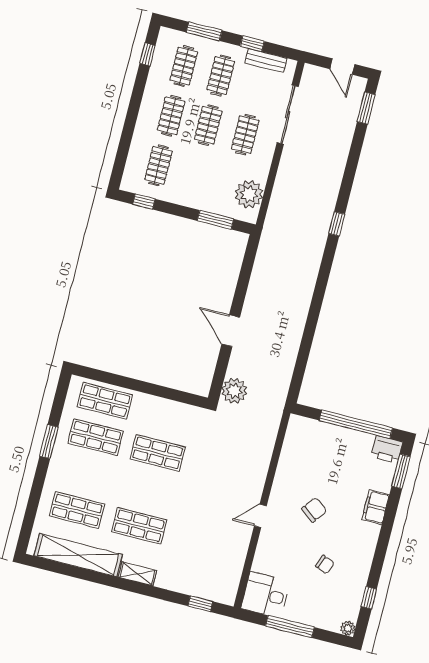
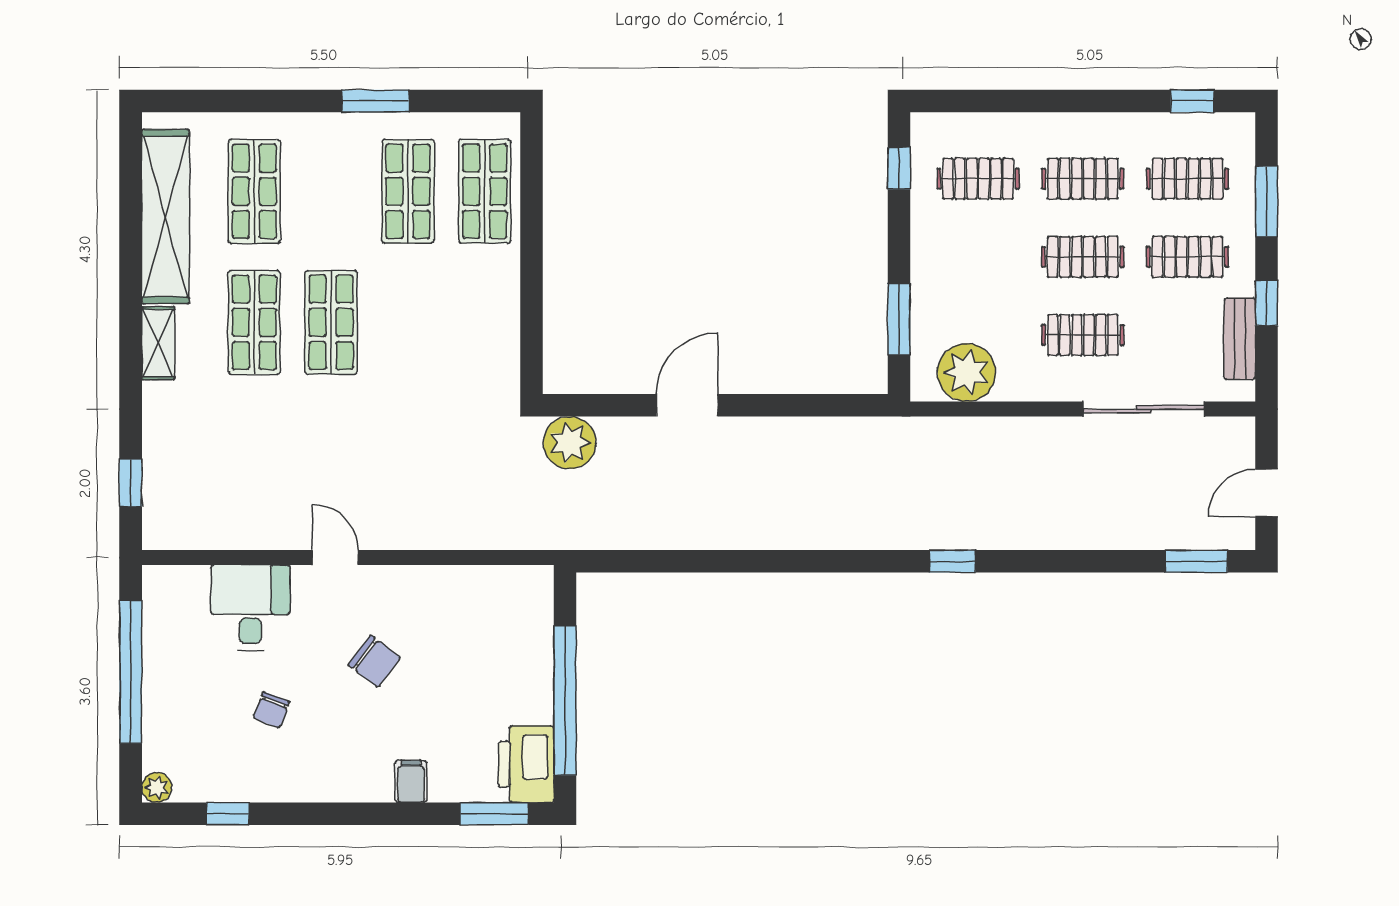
printer: (387, 449) -> (526, 764), width x1.37, depth x1.19
shop shelf: (158, 453) -> (331, 322), moved
filing cabinet: (376, 507) -> (411, 781), width x0.50
desk: (266, 595) -> (250, 608), moved
window: (290, 627) -> (131, 672), width x1.46

